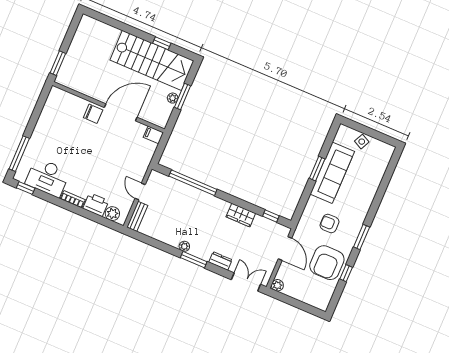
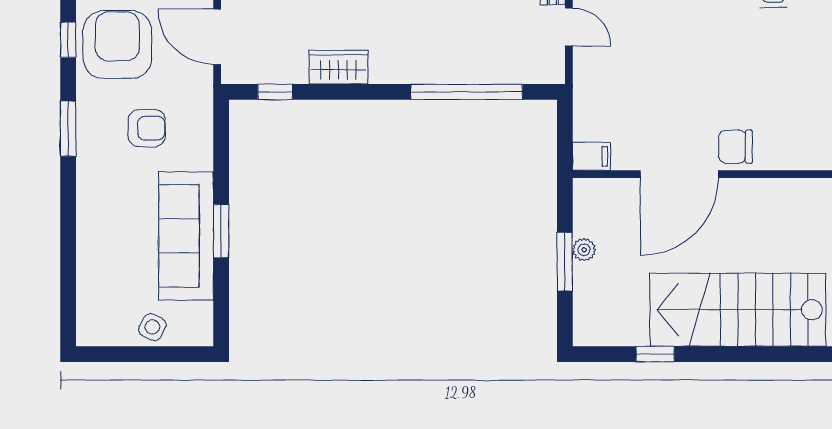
stairs: (152, 60) -> (738, 310), moved

